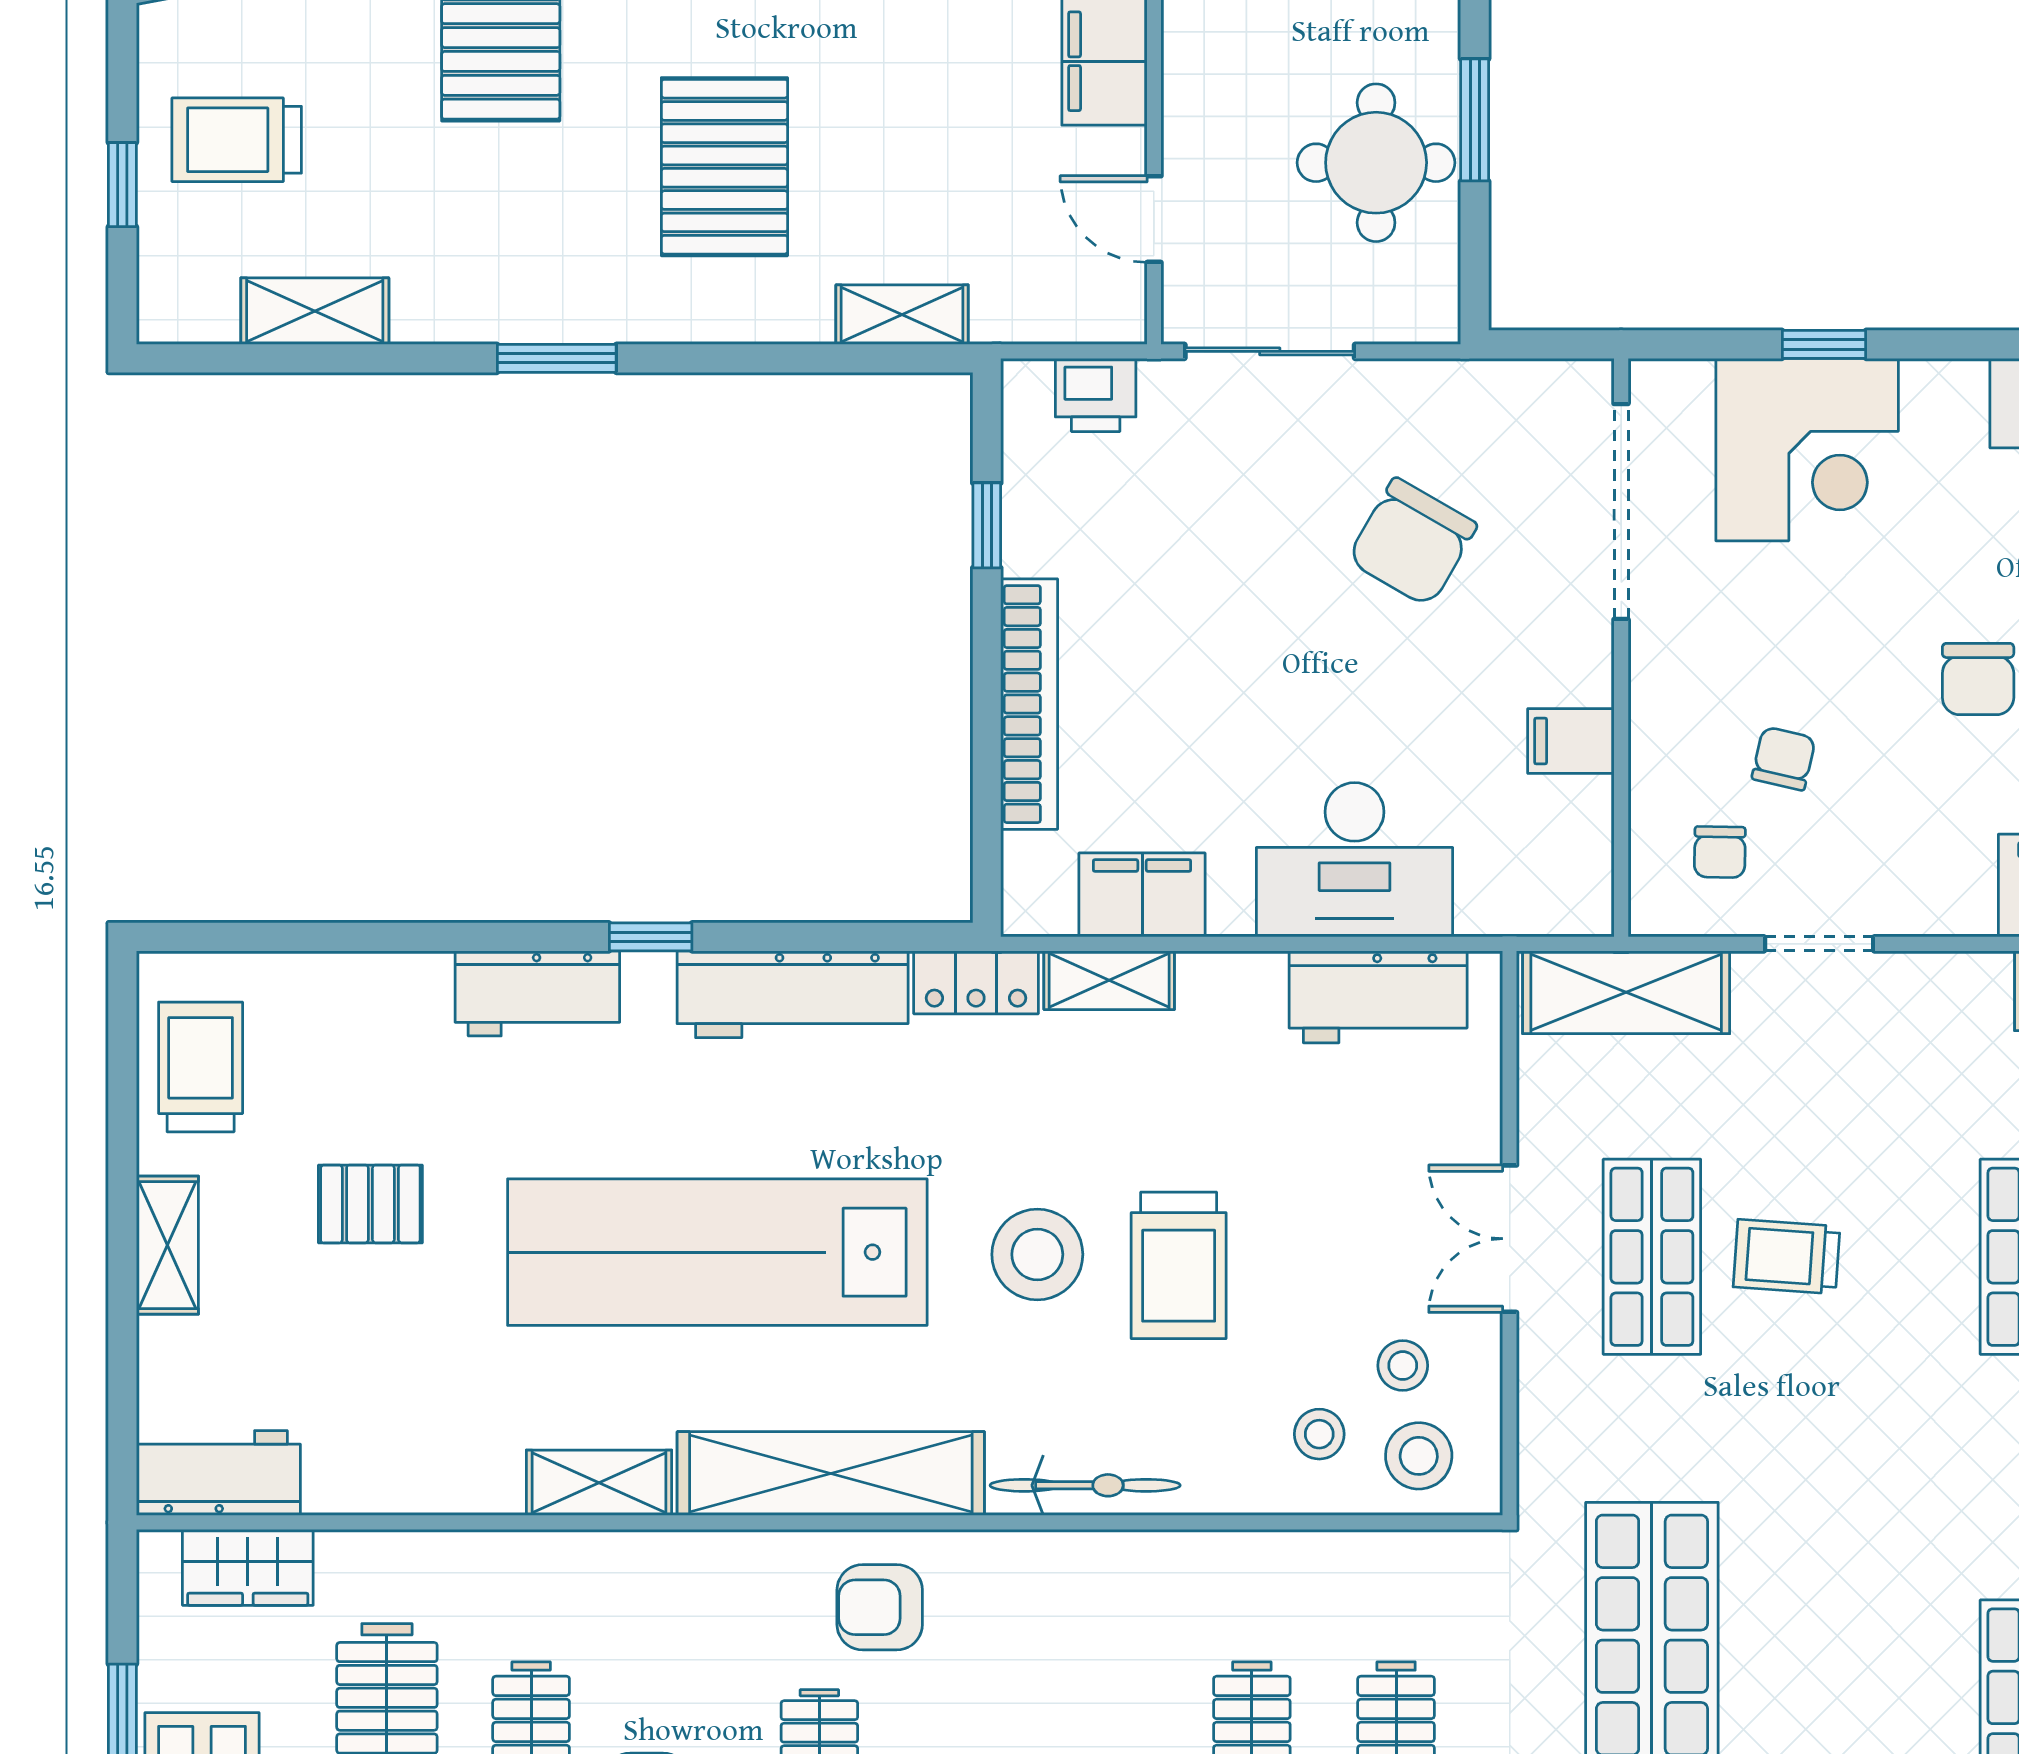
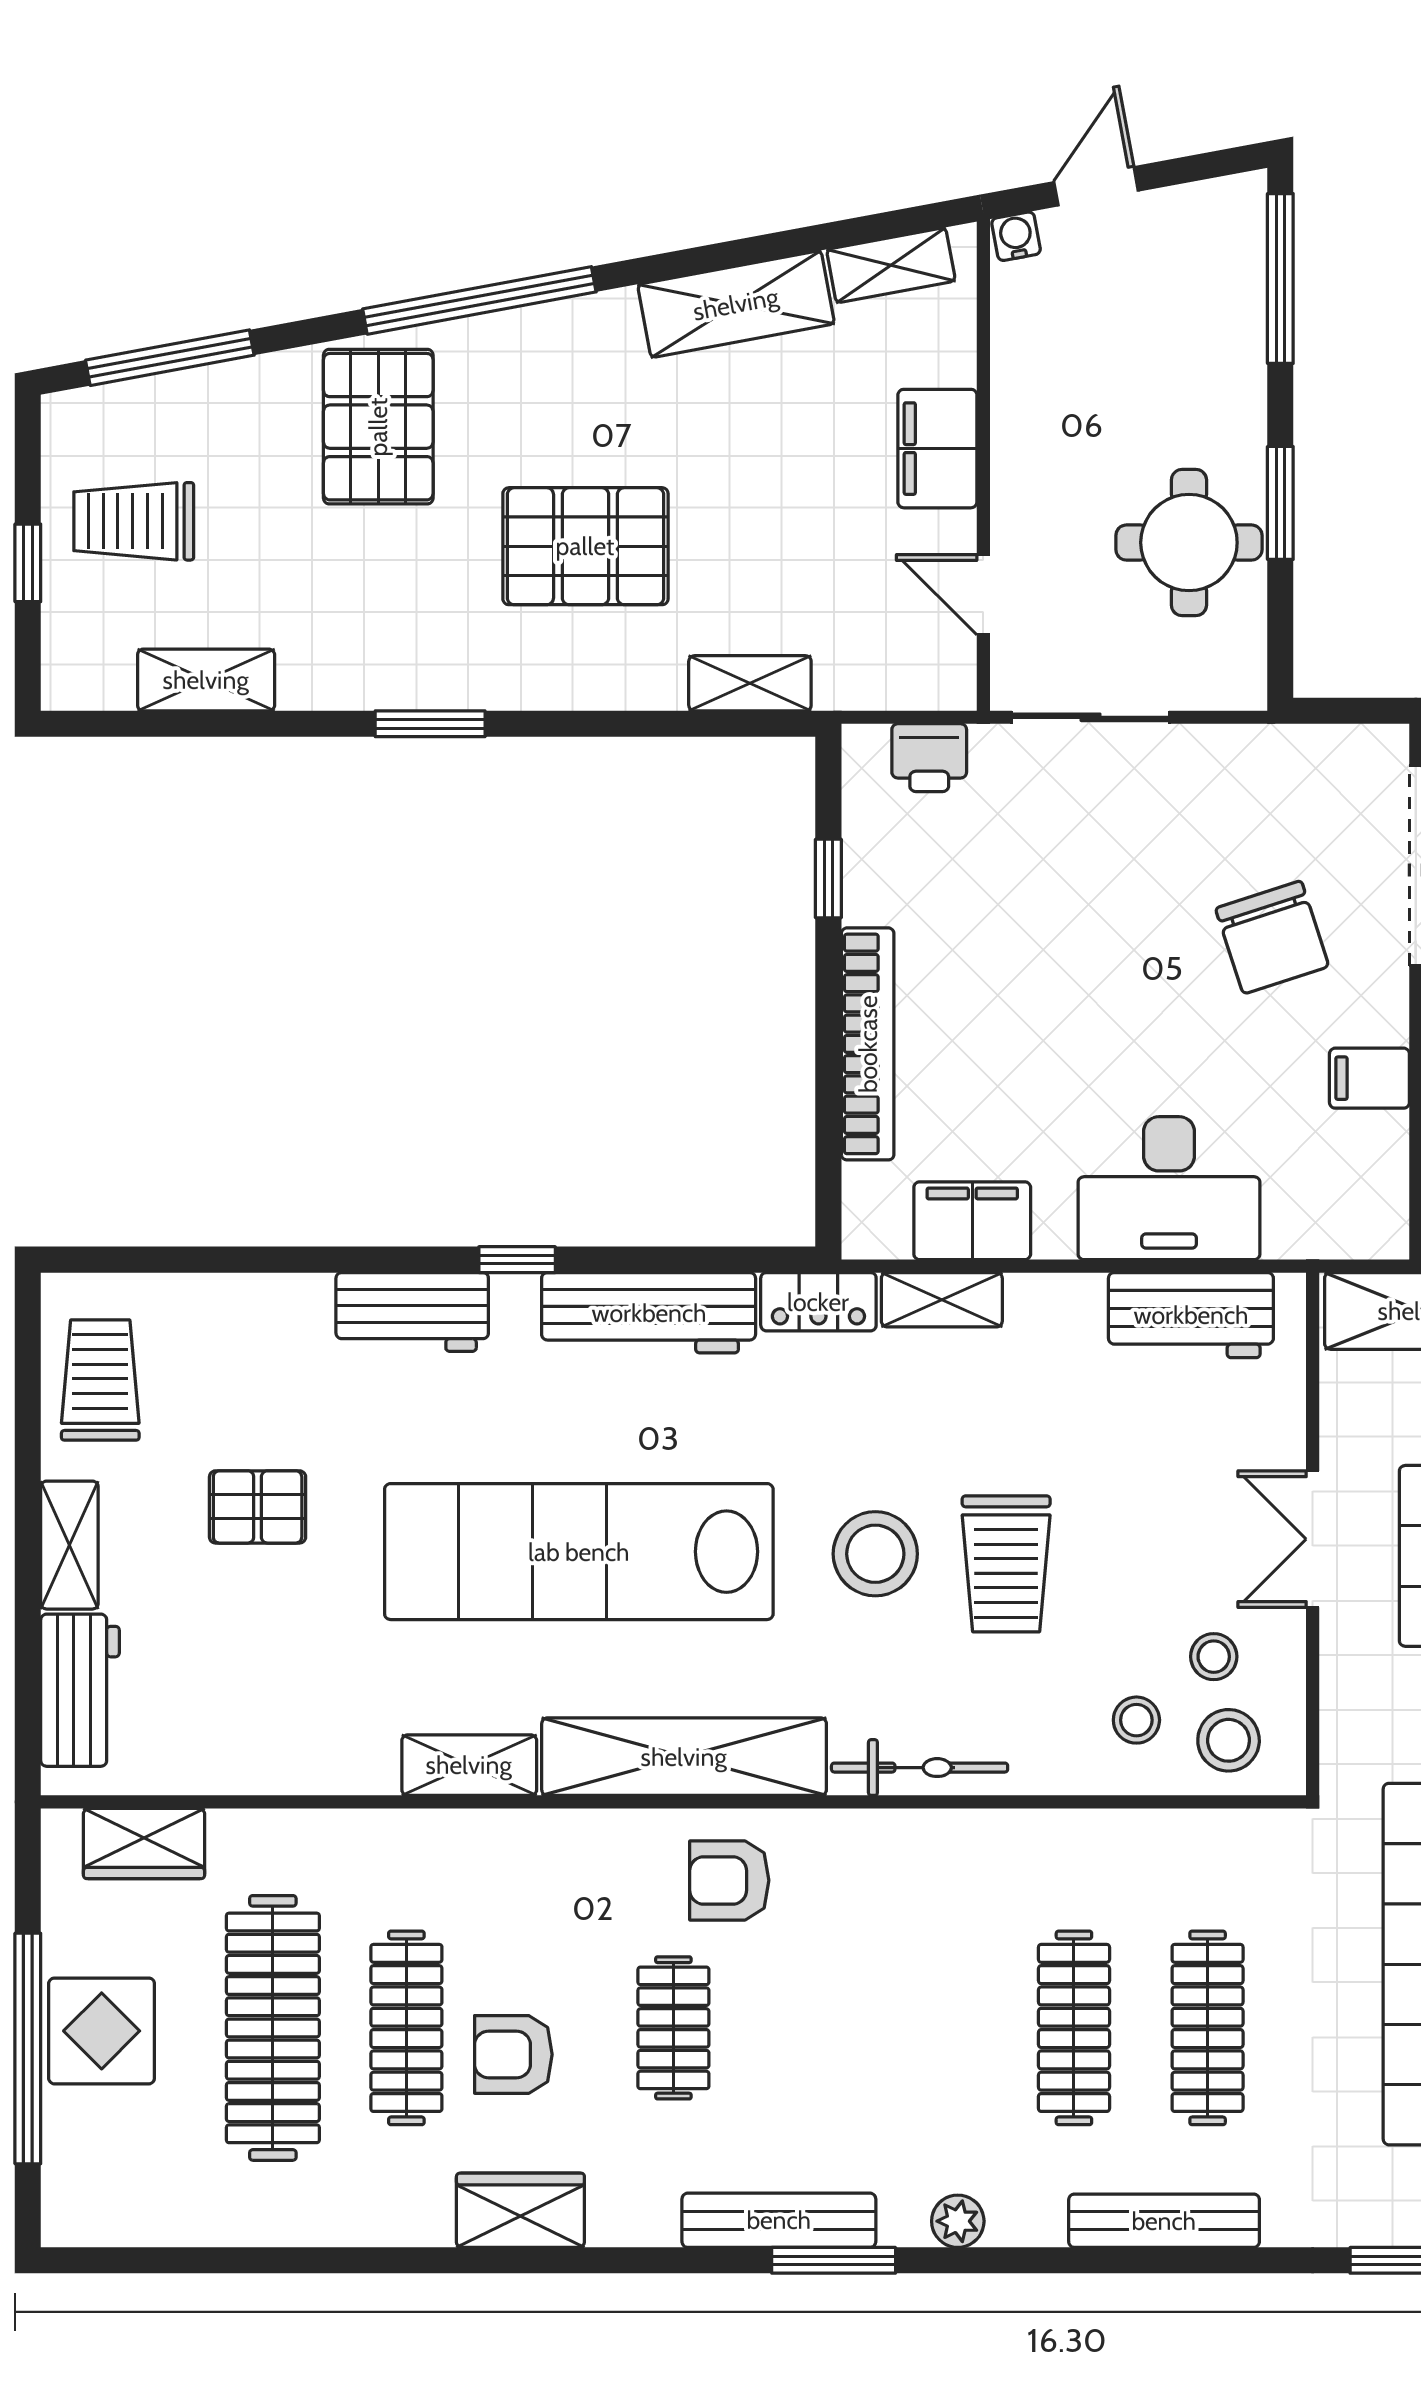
pallet: (724, 167) -> (585, 546), turned 90
chair: (1412, 542) -> (1272, 937), moved, turned -48
workbench: (218, 1473) -> (80, 1690), moved, turned 90

